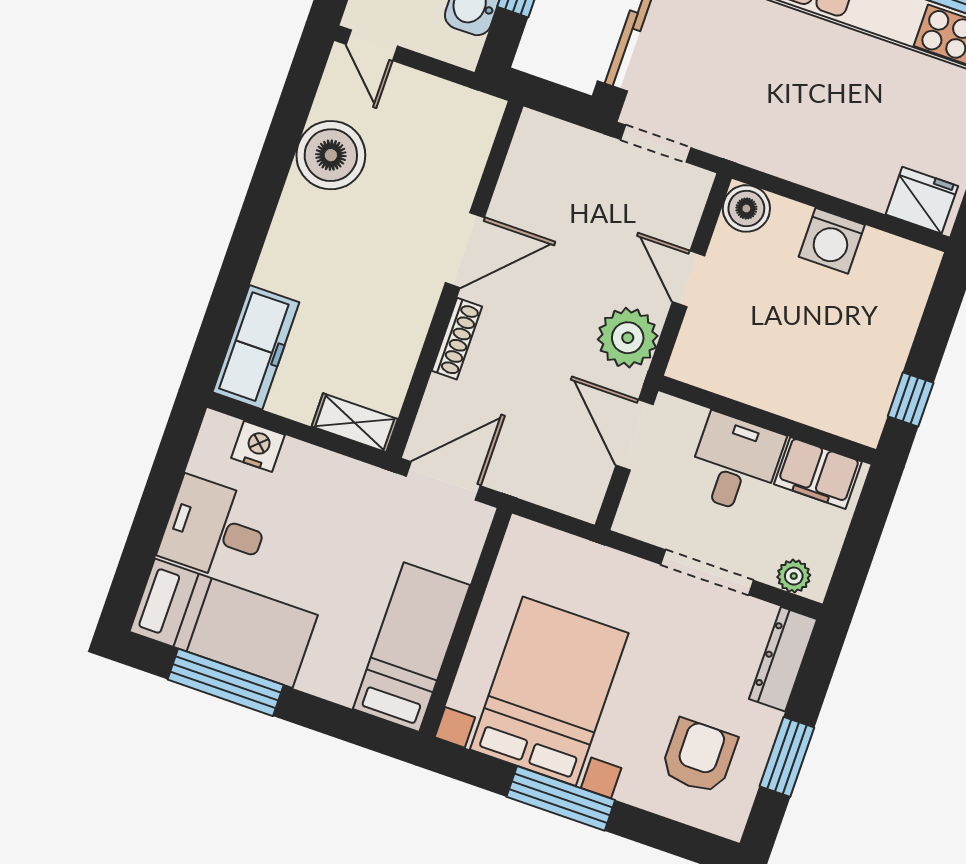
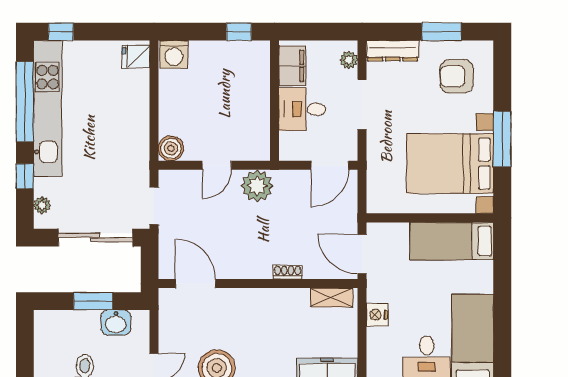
fridge: (922, 200) -> (136, 57), width x0.72
washing machine: (832, 241) -> (174, 54), moved, turned 90
door: (465, 250) -> (196, 284), moved
shoe rack: (457, 339) -> (288, 272), width x0.70
shelving: (355, 423) -> (332, 297), moved, turned 90
door: (634, 435) -> (330, 165), moved
nightstand: (258, 446) -> (377, 315), moved
window: (226, 682) -> (502, 329), removed

